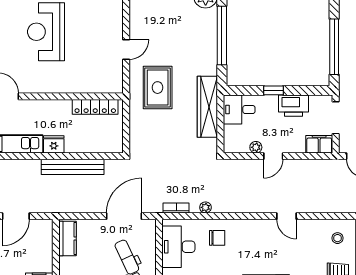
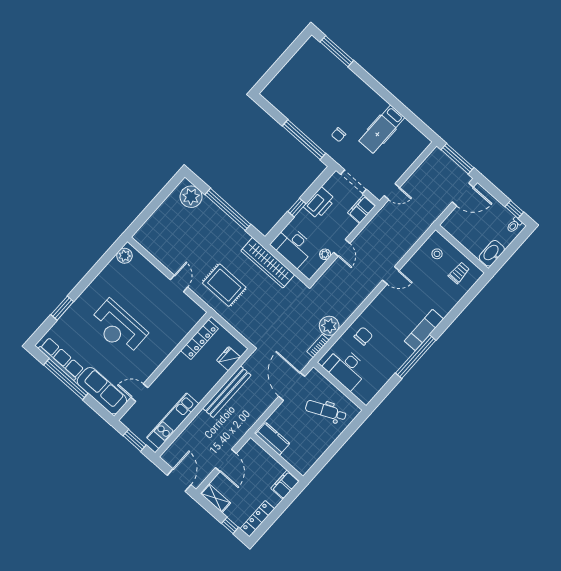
desk: (239, 110) -> (293, 246), width x1.37
fridge: (54, 144) -> (229, 359), moved
plant: (205, 207) -> (329, 326), width x1.88, depth x1.88

